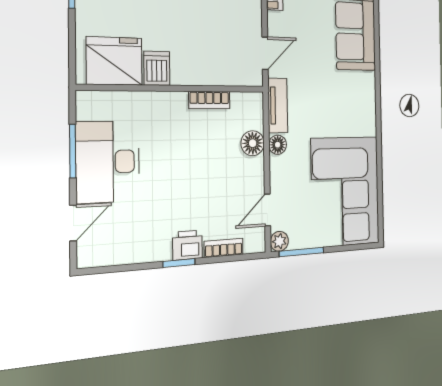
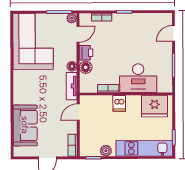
dishwasher: (157, 68) -> (119, 103), moved
desk: (108, 162) -> (138, 78), moved, turned 90
printer: (188, 245) -> (86, 53), moved, turned -90

